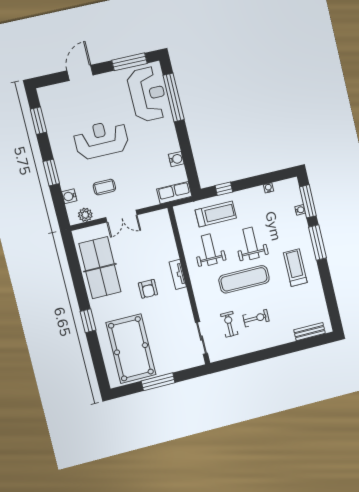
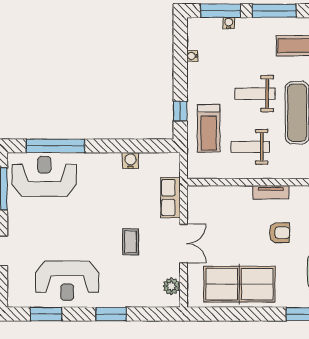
reception desk: (101, 139) -> (67, 281), moved, turned -90
coffee table: (104, 187) -> (131, 242), moved
row of seats: (174, 193) -> (171, 198), moved
water cooler: (69, 196) -> (145, 300), removed
treadmill: (216, 214) -> (209, 128), turned 180

